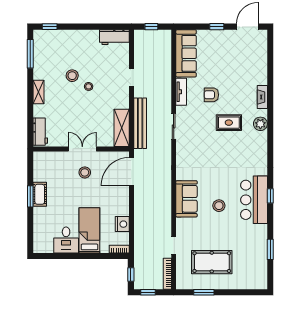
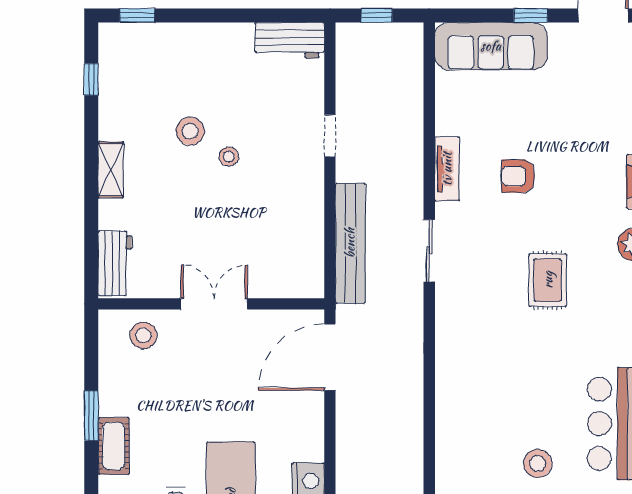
sofa: (186, 53) -> (491, 46), moved, turned 90
window: (30, 54) -> (91, 79), width x0.46
rug: (229, 123) -> (548, 280), moved, turned 90
shelving: (122, 128) -> (307, 254), removed
stool: (85, 172) -> (143, 335), moved
cot: (40, 194) -> (114, 446), moved
sofa: (187, 199) -> (460, 421), removed
stool: (219, 206) -> (538, 463), moved

